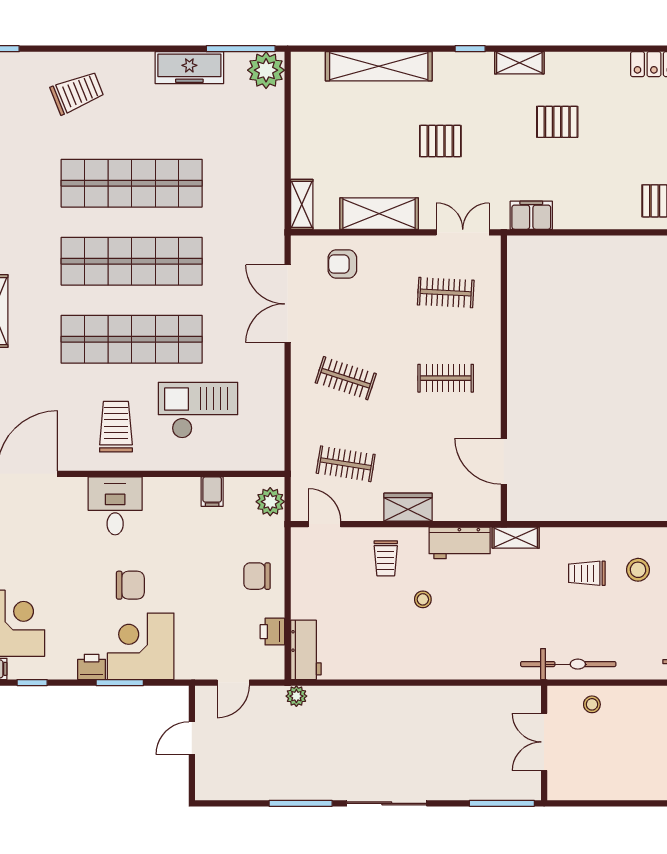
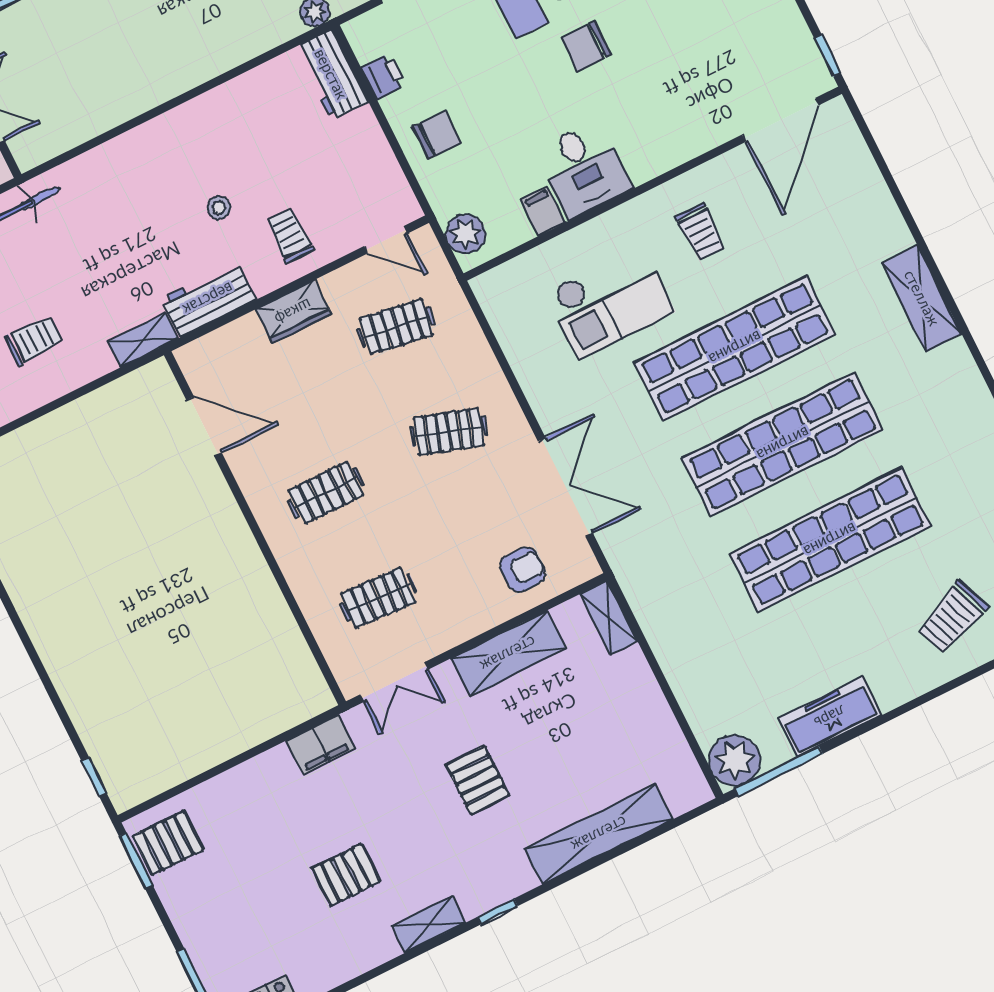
pallet: (440, 141) -> (478, 780), turned 90
trolley: (116, 427) -> (701, 232), width x0.73, depth x0.72
desk: (115, 506) -> (583, 169), moved

